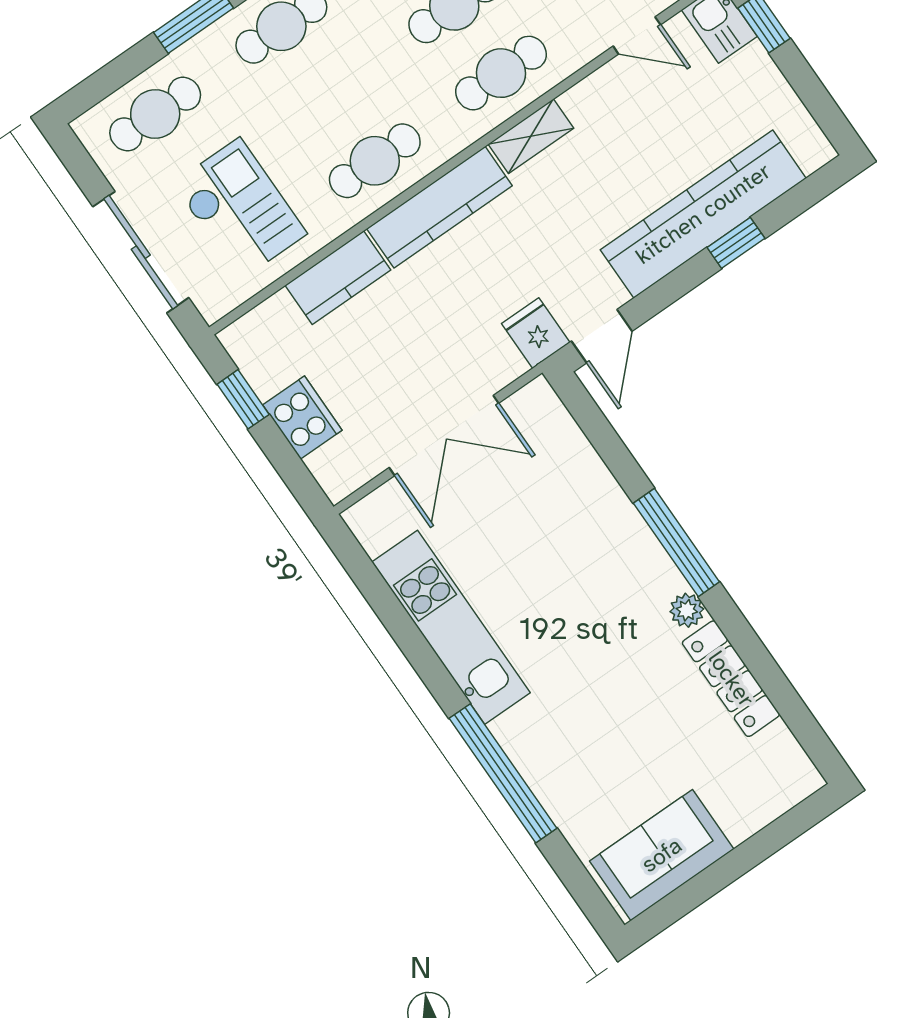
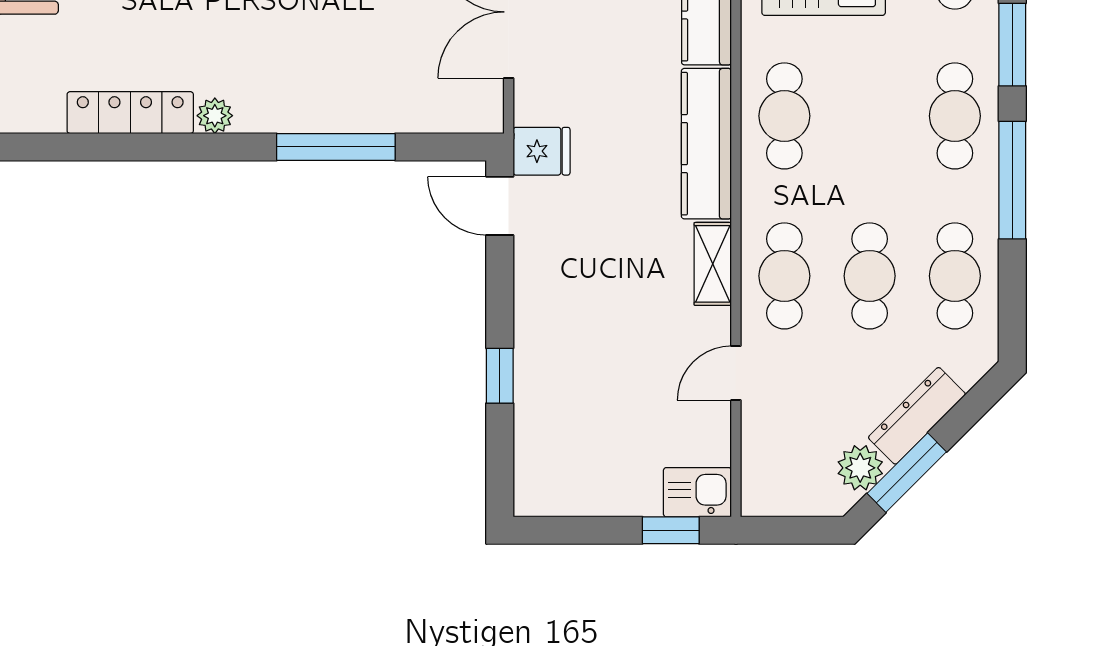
door: (637, 35) -> (736, 373), moved
kitchen counter: (703, 214) -> (544, 365), removed
window: (676, 543) -> (336, 147), moved

